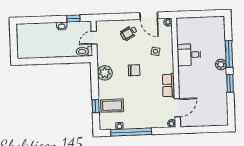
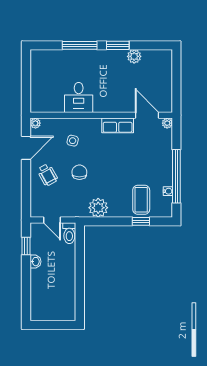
plant: (221, 65) -> (134, 56), moved
chair: (134, 70) -> (79, 172), moved

